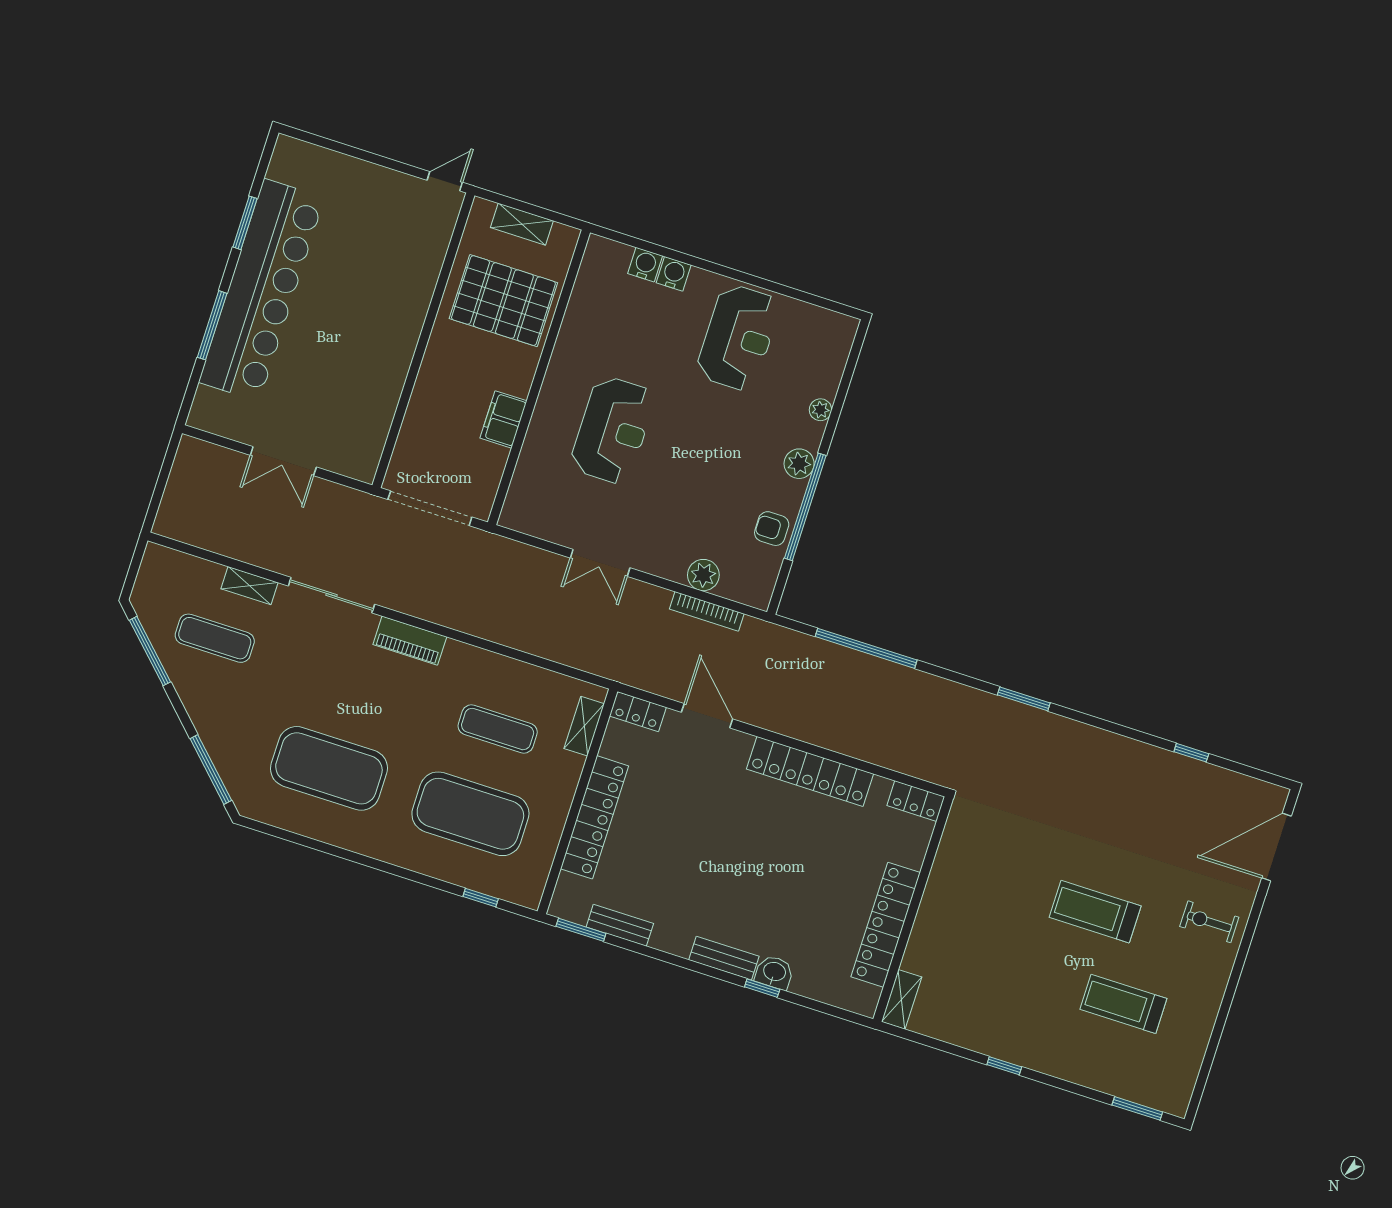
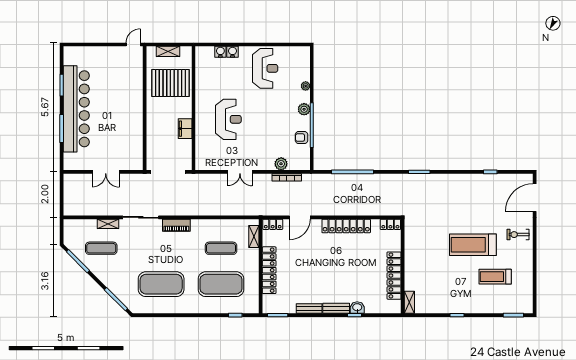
door: (707, 716) -> (300, 217), swing flipped
treadmill: (1095, 912) -> (473, 245), width x1.37, depth x1.37
bench: (620, 925) -> (309, 309), moved

